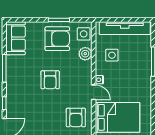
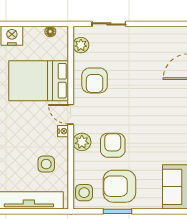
plant: (85, 54) -> (82, 142), moved
armchair: (50, 80) -> (113, 145), moved
armchair: (76, 118) -> (95, 80), turned 180

